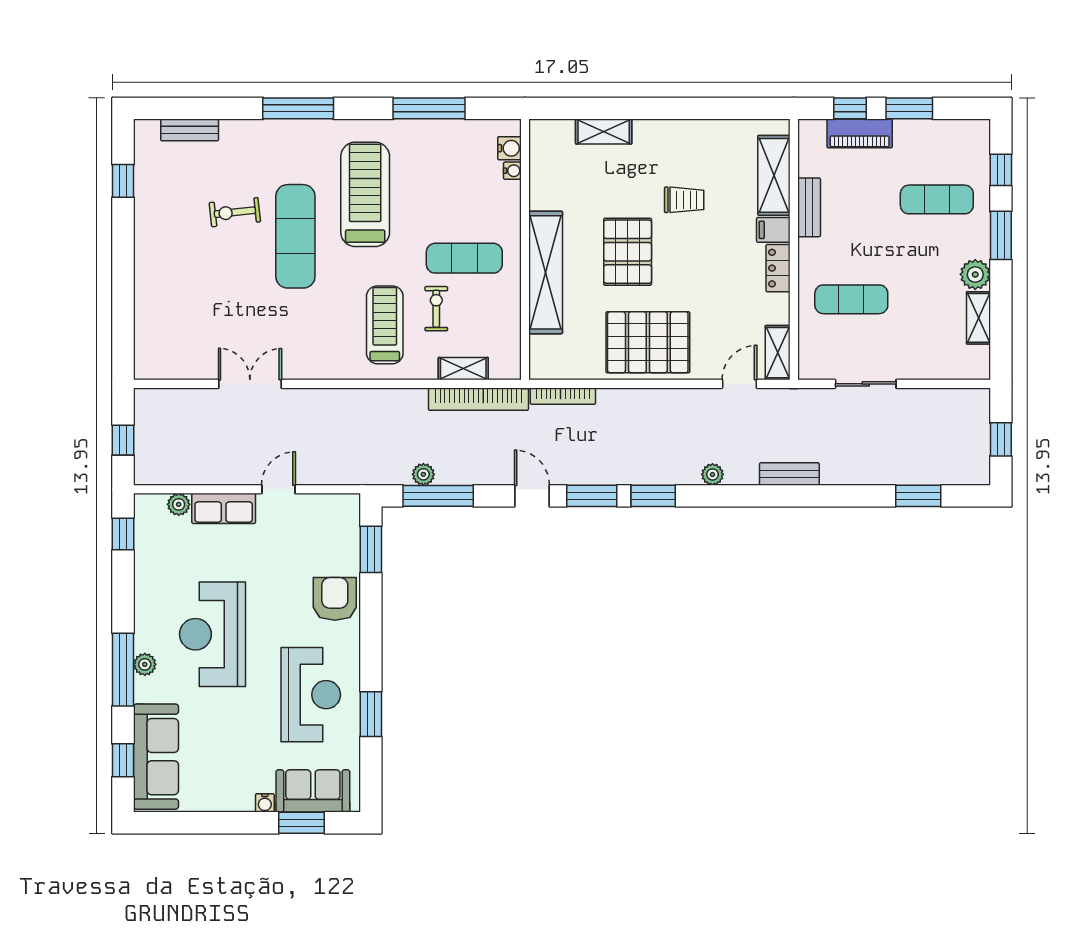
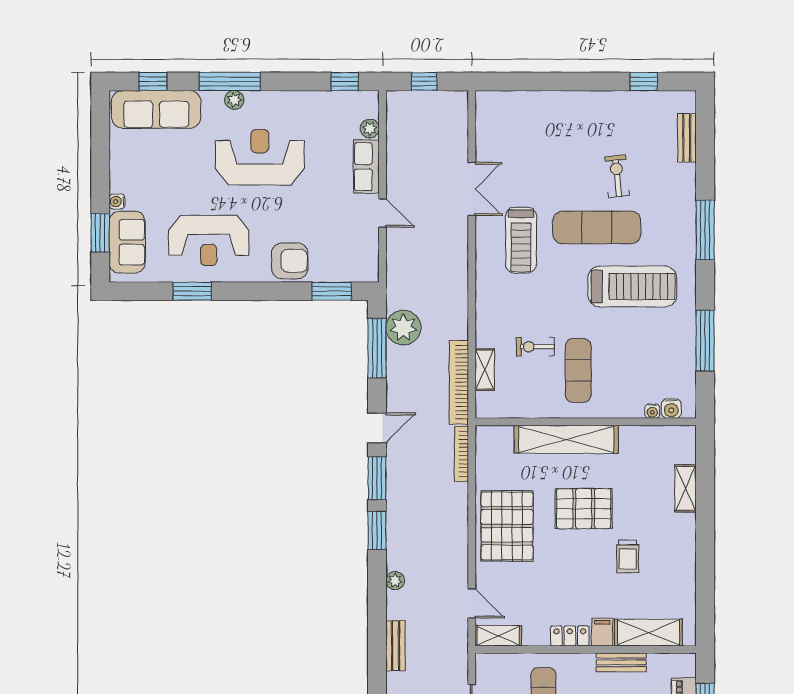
exercise bike: (436, 309) -> (535, 347), turned 180
treadmill: (385, 325) -> (521, 240), moved, turned 90
plant: (423, 474) -> (403, 328), width x1.88, depth x1.88

